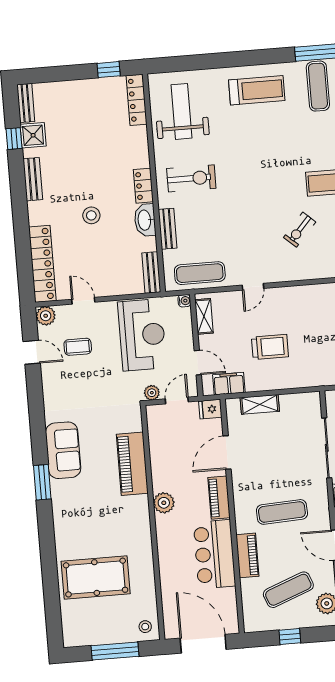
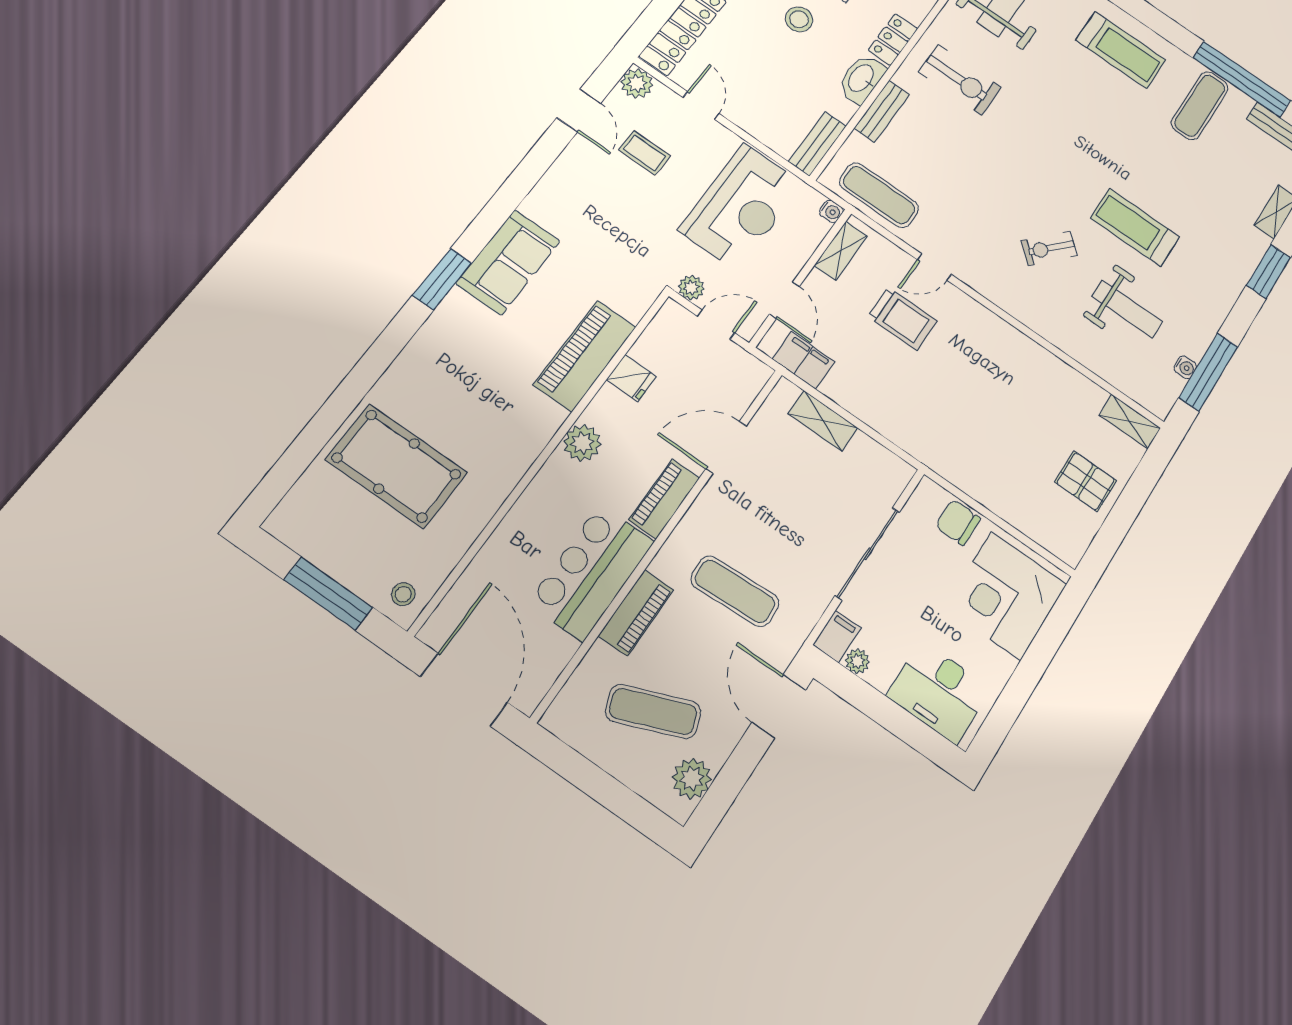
trolley: (270, 347) -> (903, 319), moved
fridge: (210, 409) -> (631, 378), moved, turned 180
window: (290, 637) -> (598, 784), removed

